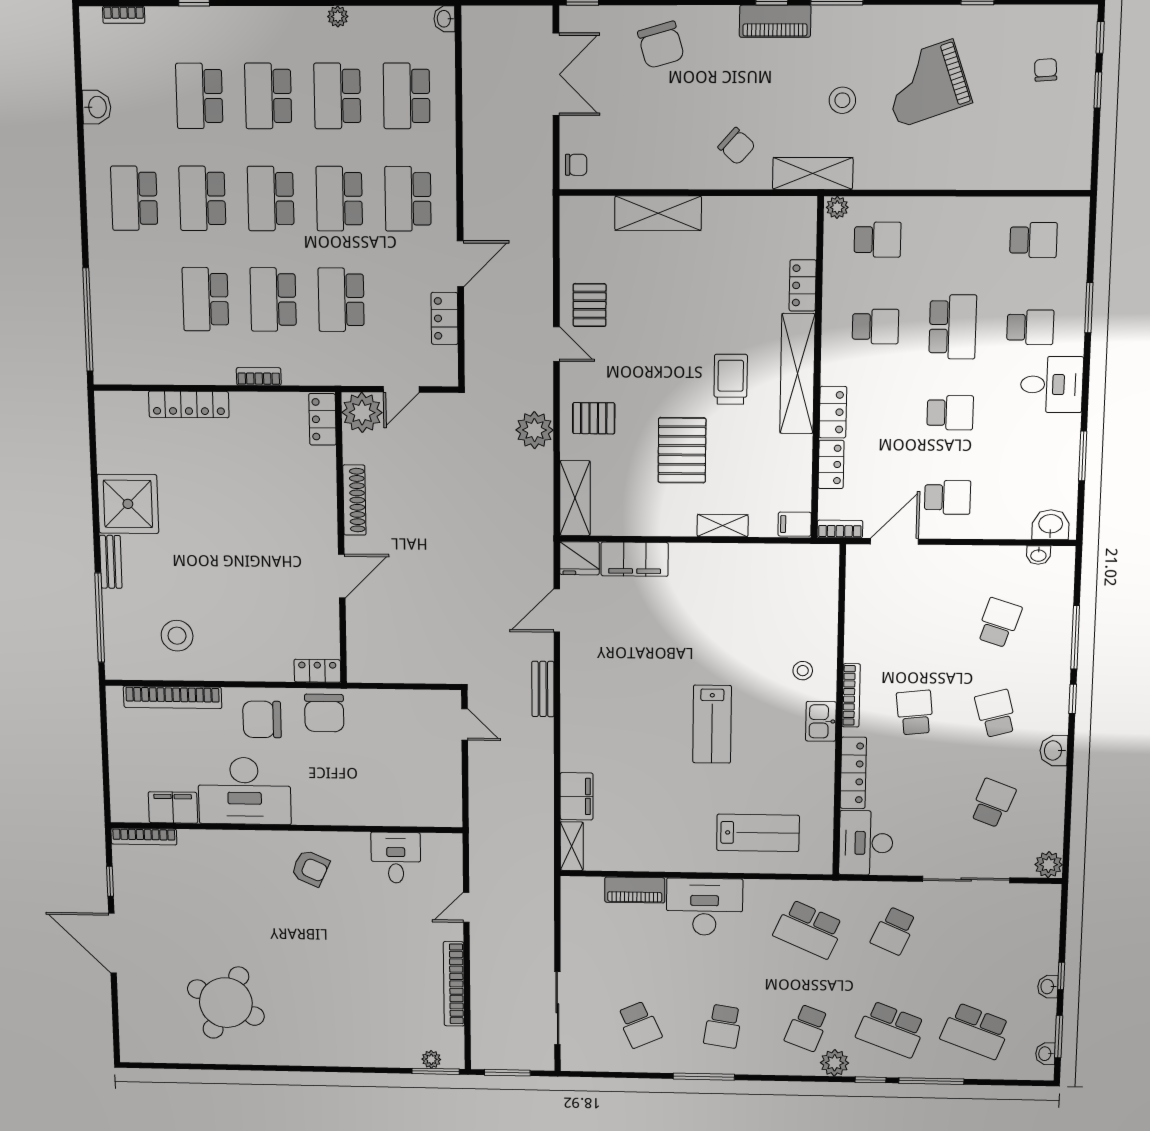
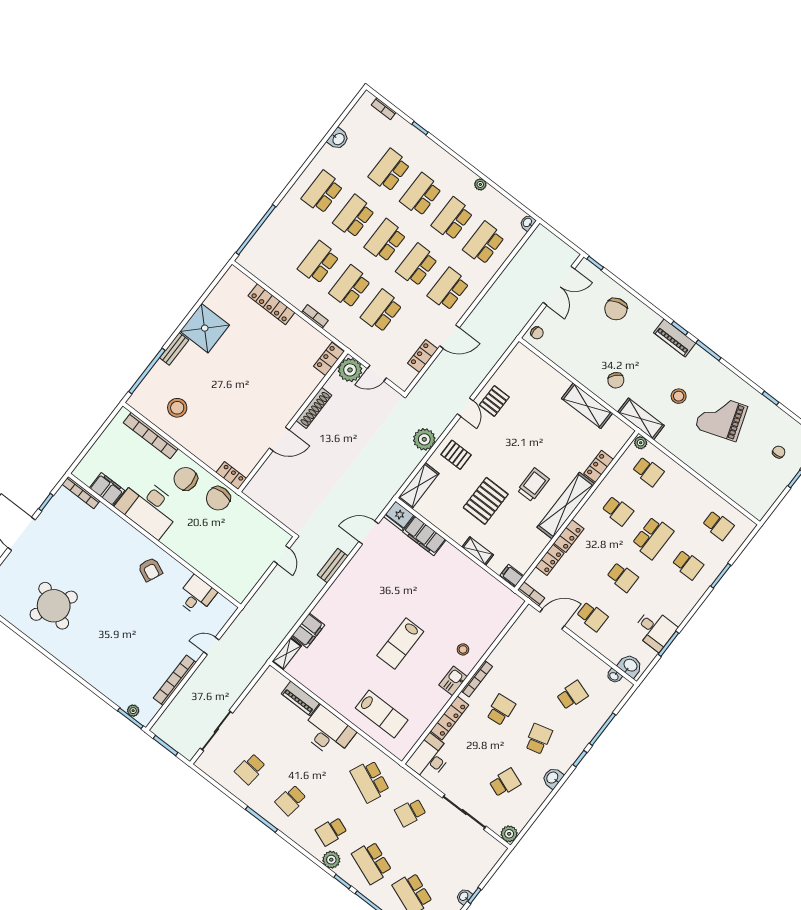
shelving: (658, 213) -> (587, 406), moved
desk: (1052, 385) -> (655, 630), moved
school desk: (639, 1025) -> (250, 769), turned 30

